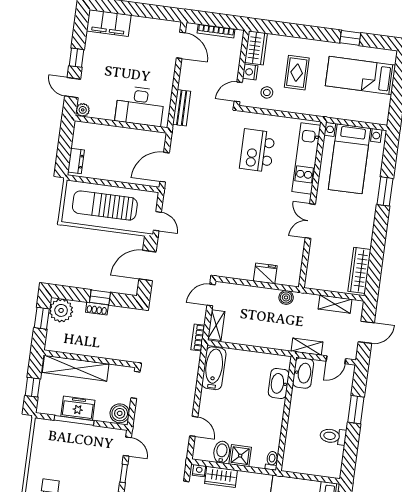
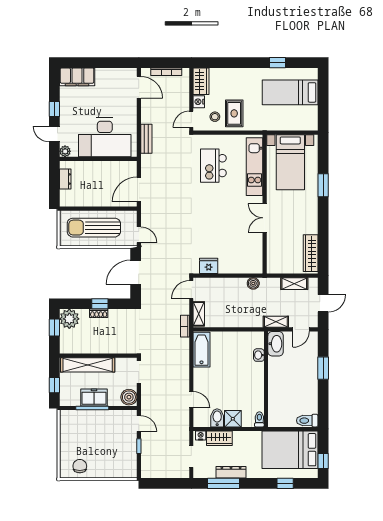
rug: (297, 73) -> (234, 113), moved
desk: (140, 106) -> (105, 137), width x1.36, depth x1.30
dresser: (76, 161) -> (65, 179), moved
fridge: (265, 273) -> (209, 266), moved
washbasin: (279, 383) -> (259, 355), width x0.52, depth x0.69
toilet: (333, 436) -> (307, 421), moved

